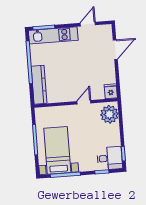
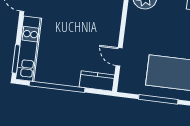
kitchen counter: (39, 85) -> (97, 81), width x0.67
door: (84, 102) -> (119, 57), moved

